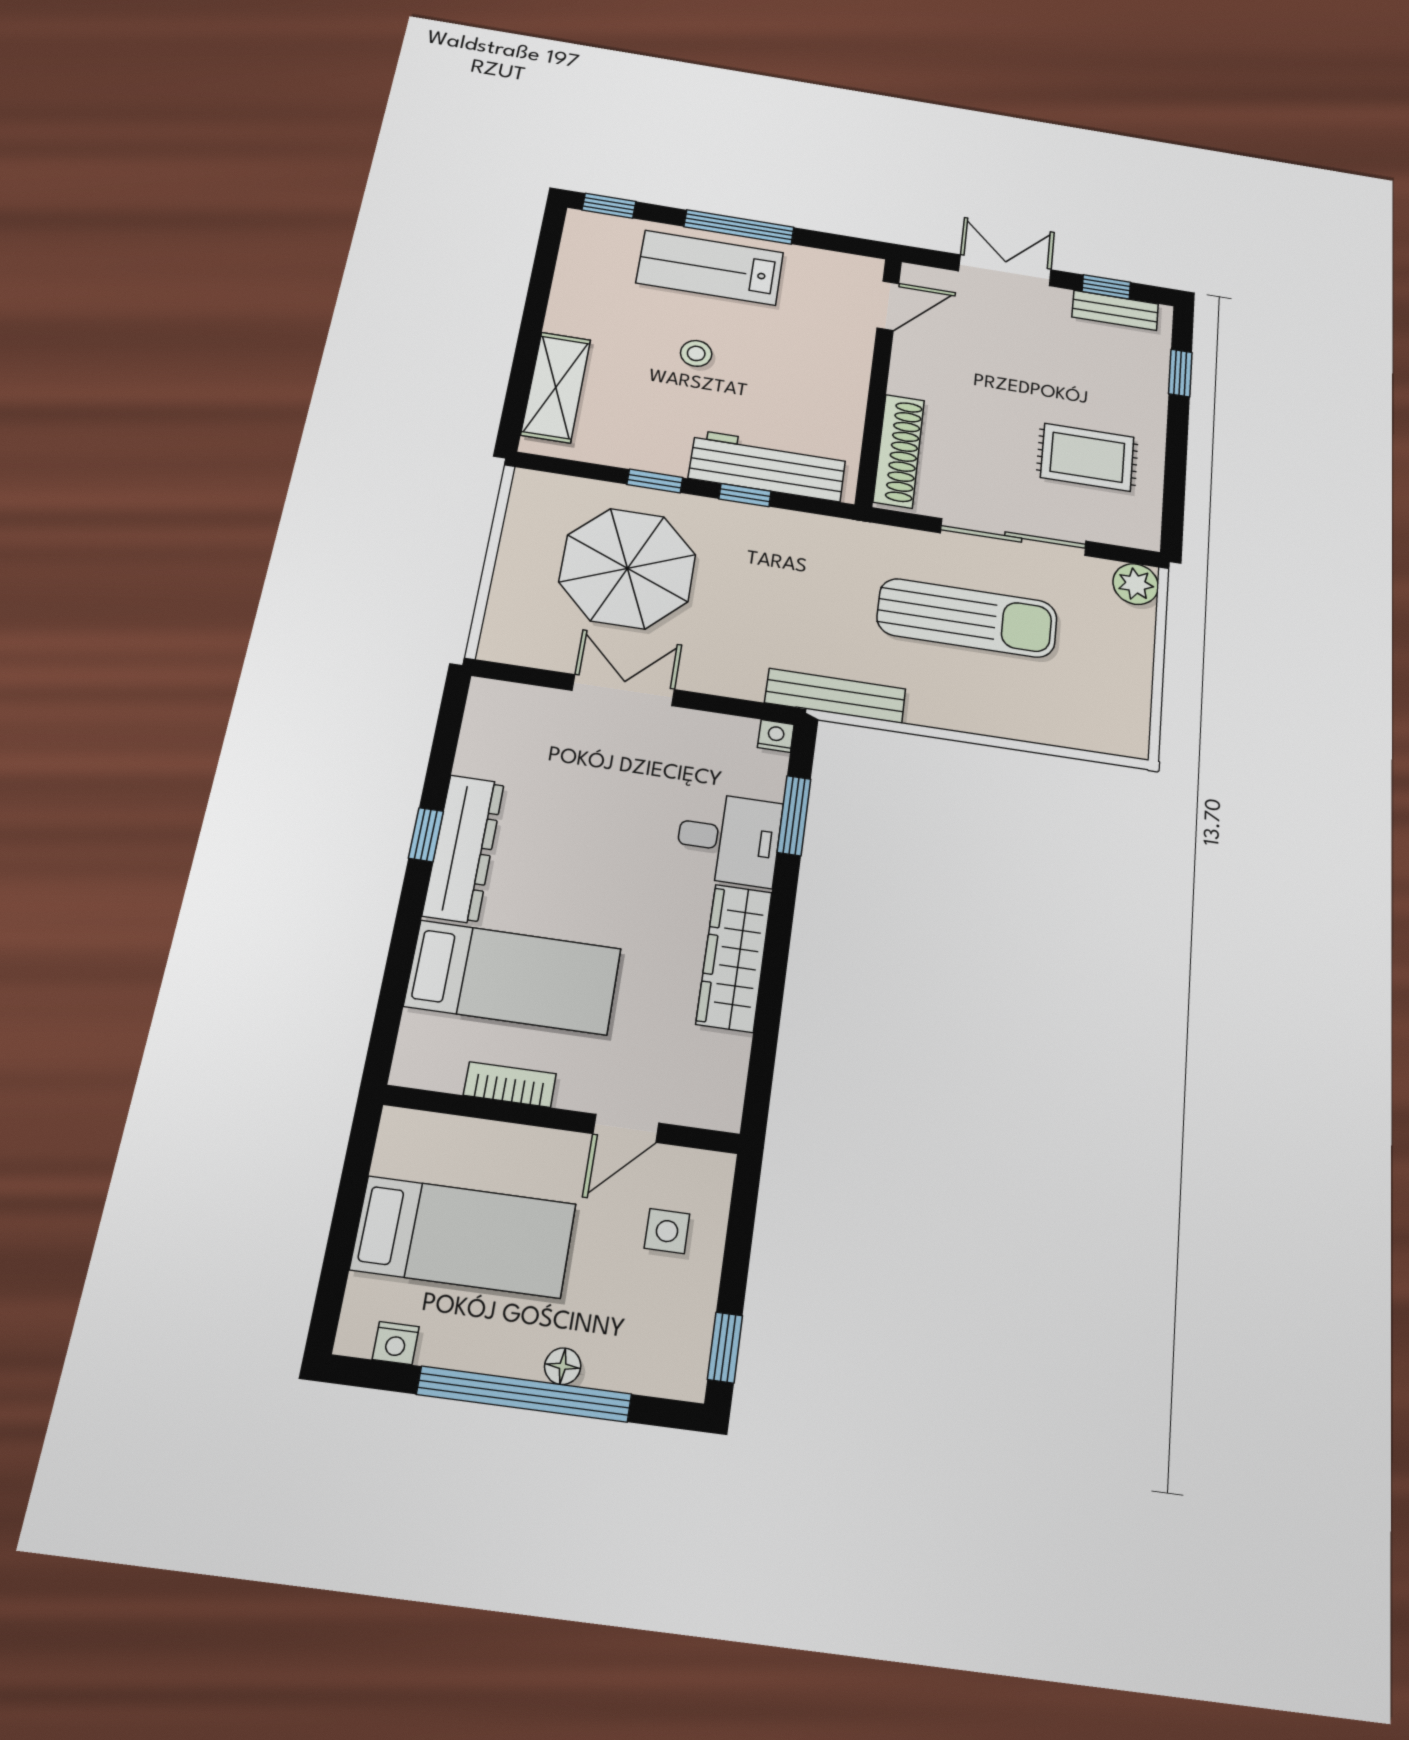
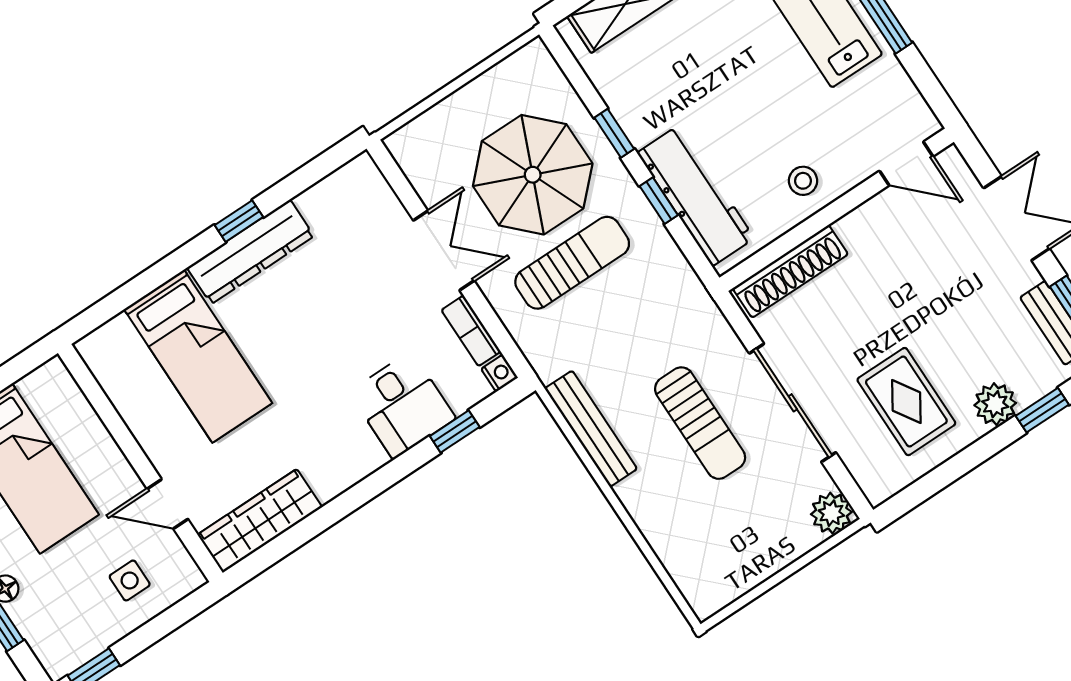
stool: (696, 353) -> (803, 181), moved
plant: (1146, 400) -> (995, 404), added
sun lounger: (734, 601) -> (572, 263), added
sun lounger: (967, 618) -> (700, 423), width x0.73, depth x0.75
bench: (835, 696) -> (591, 429), moved
window: (794, 816) -> (455, 432), width x0.67
wardrobe: (734, 958) -> (260, 521), moved
bookcase: (510, 1084) -> (471, 331), moved, turned 180

